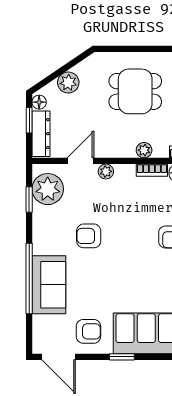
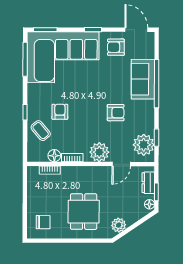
plant: (68, 83) -> (119, 225), moved
dining table: (135, 91) -> (84, 212), turned 90
dresser: (41, 134) -> (148, 183), width x0.70
plant: (144, 150) -> (78, 171), removed
plant: (106, 171) -> (99, 152), width x1.88, depth x1.88

